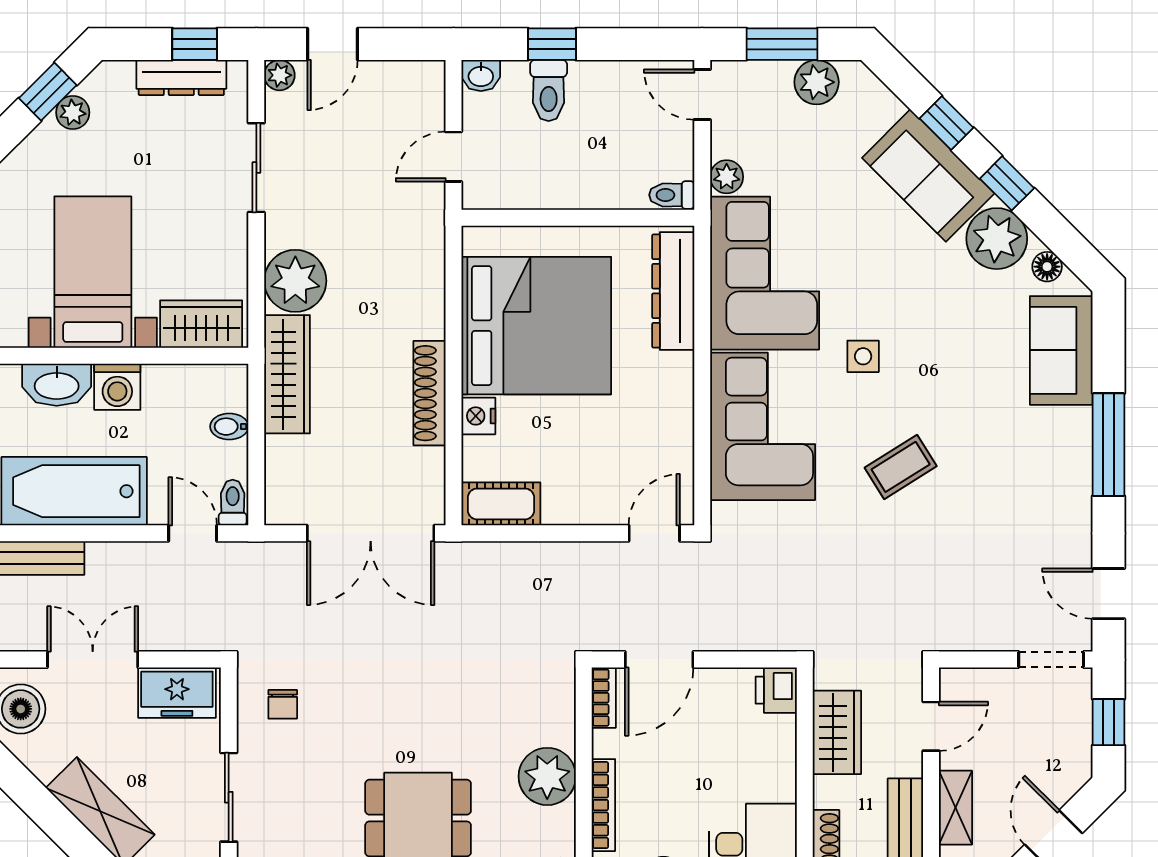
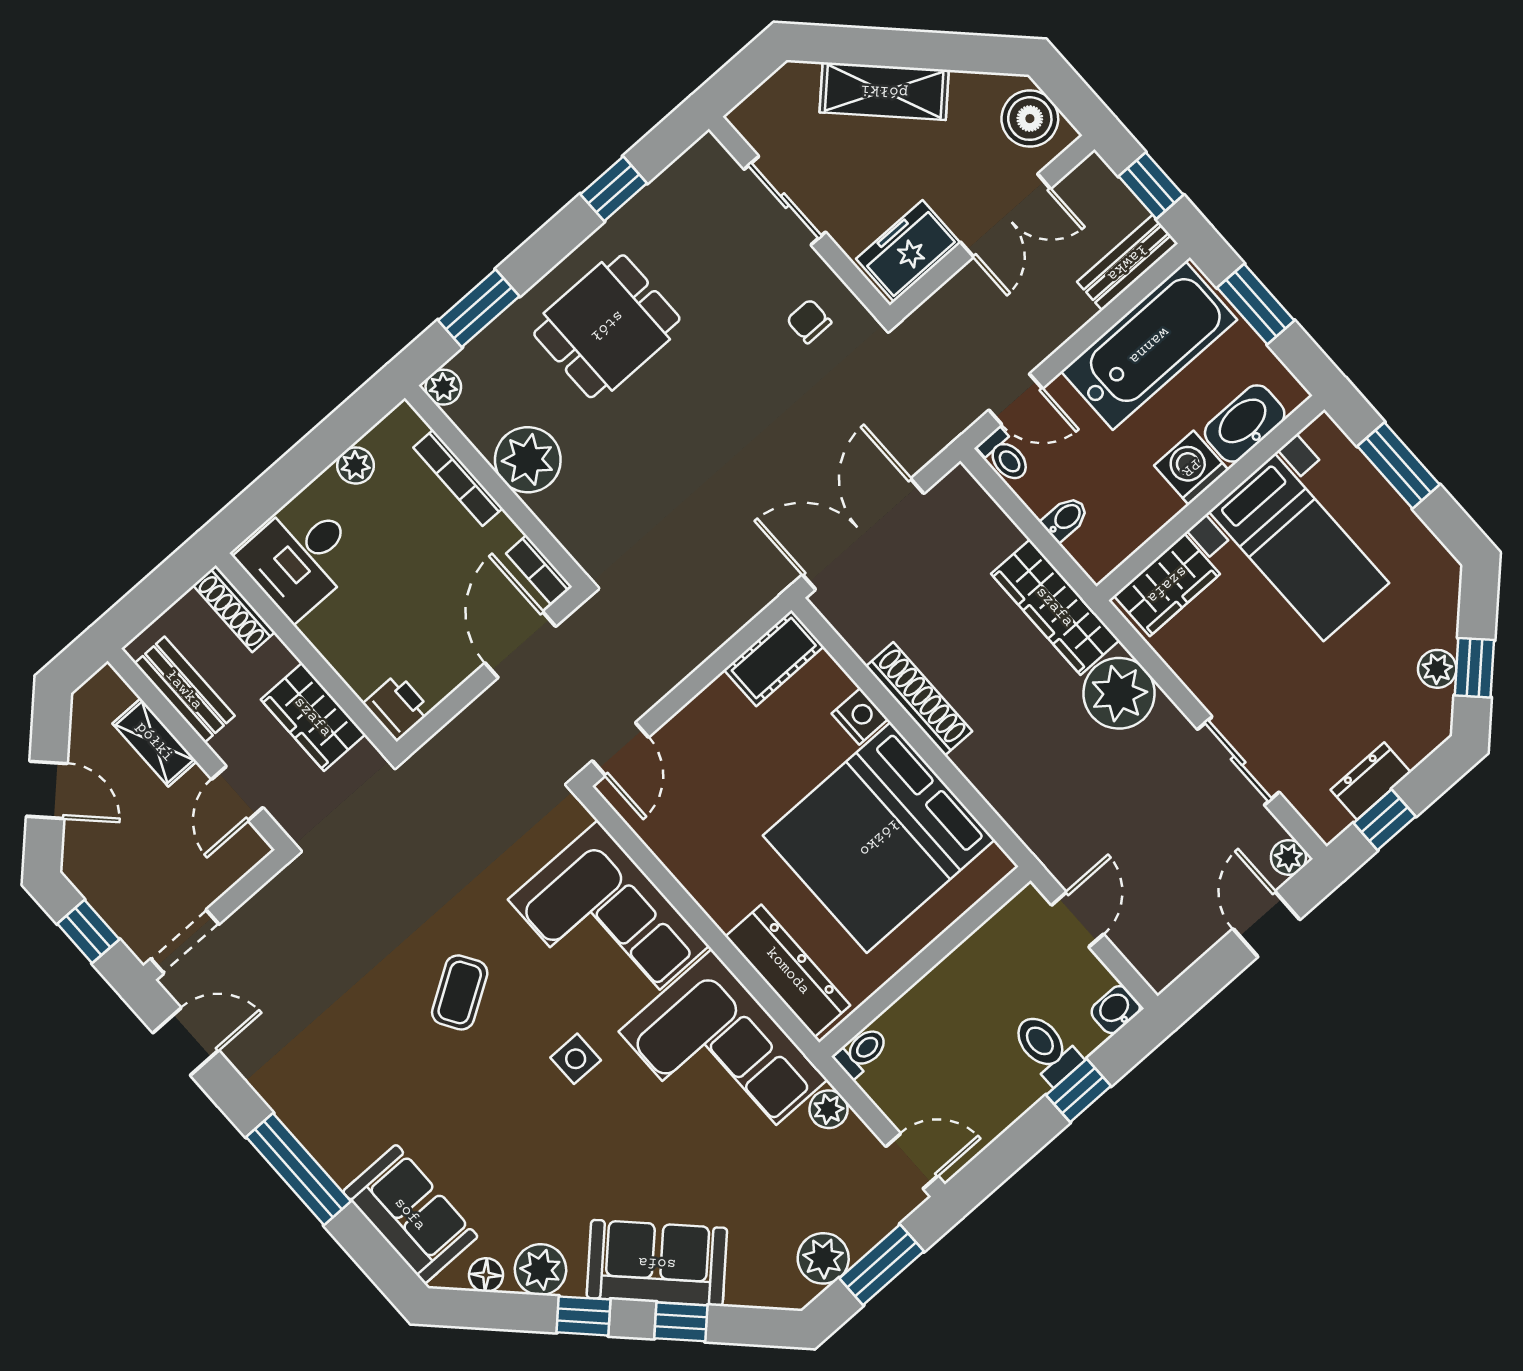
dresser: (181, 78) -> (1371, 781), width x0.70
plant: (997, 239) -> (541, 1270), width x0.73, depth x0.73

